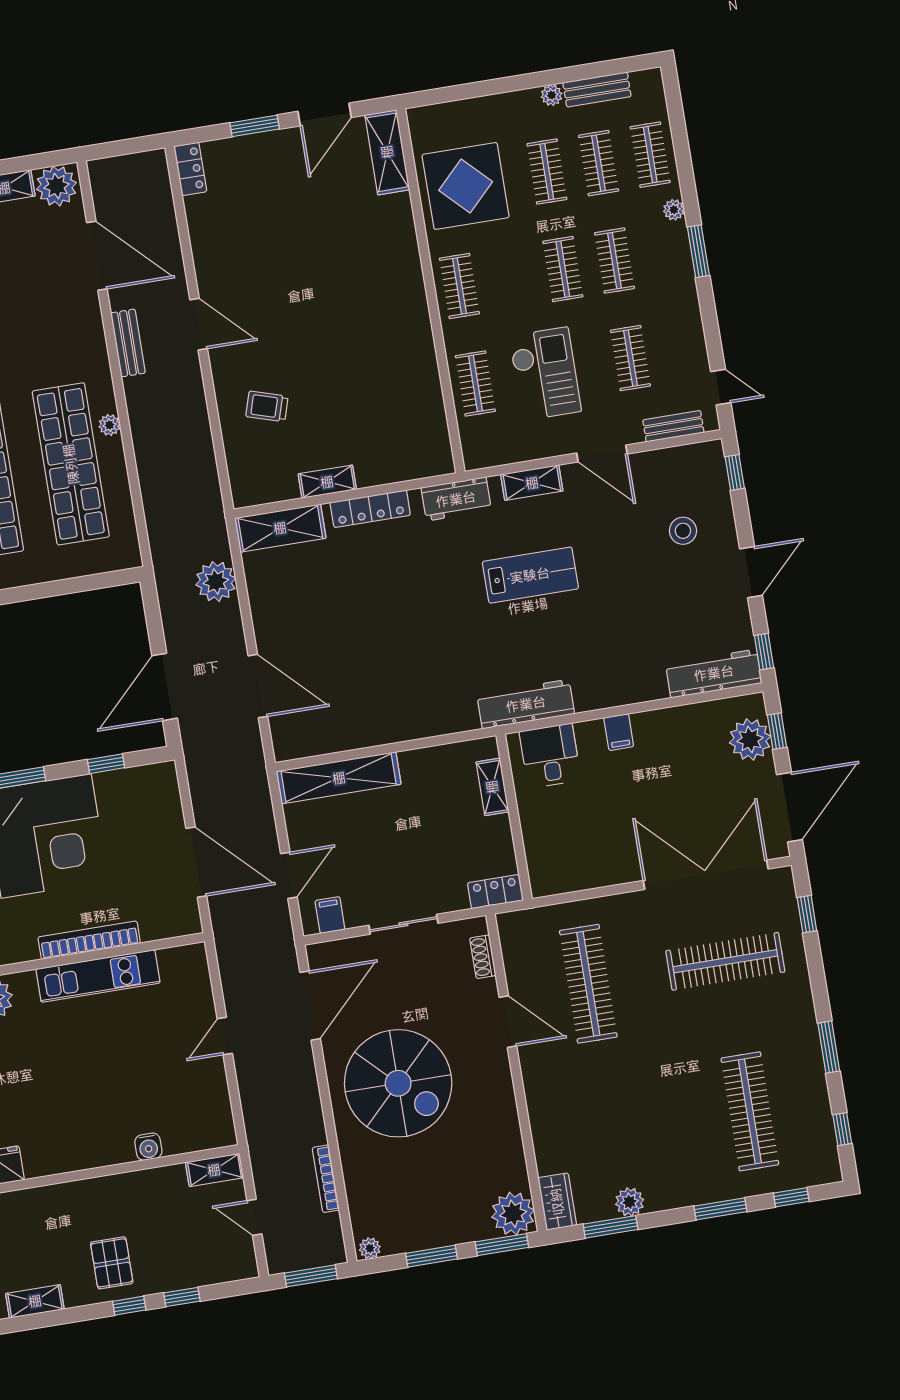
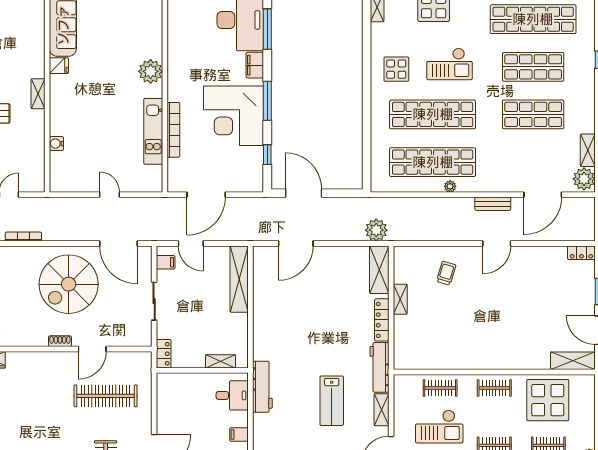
workbench: (456, 499) -> (379, 367), width x1.38
plant: (216, 582) -> (376, 230), moved
shoe rack: (483, 957) -> (60, 341), moved
shelving: (214, 1170) -> (38, 94), moved

